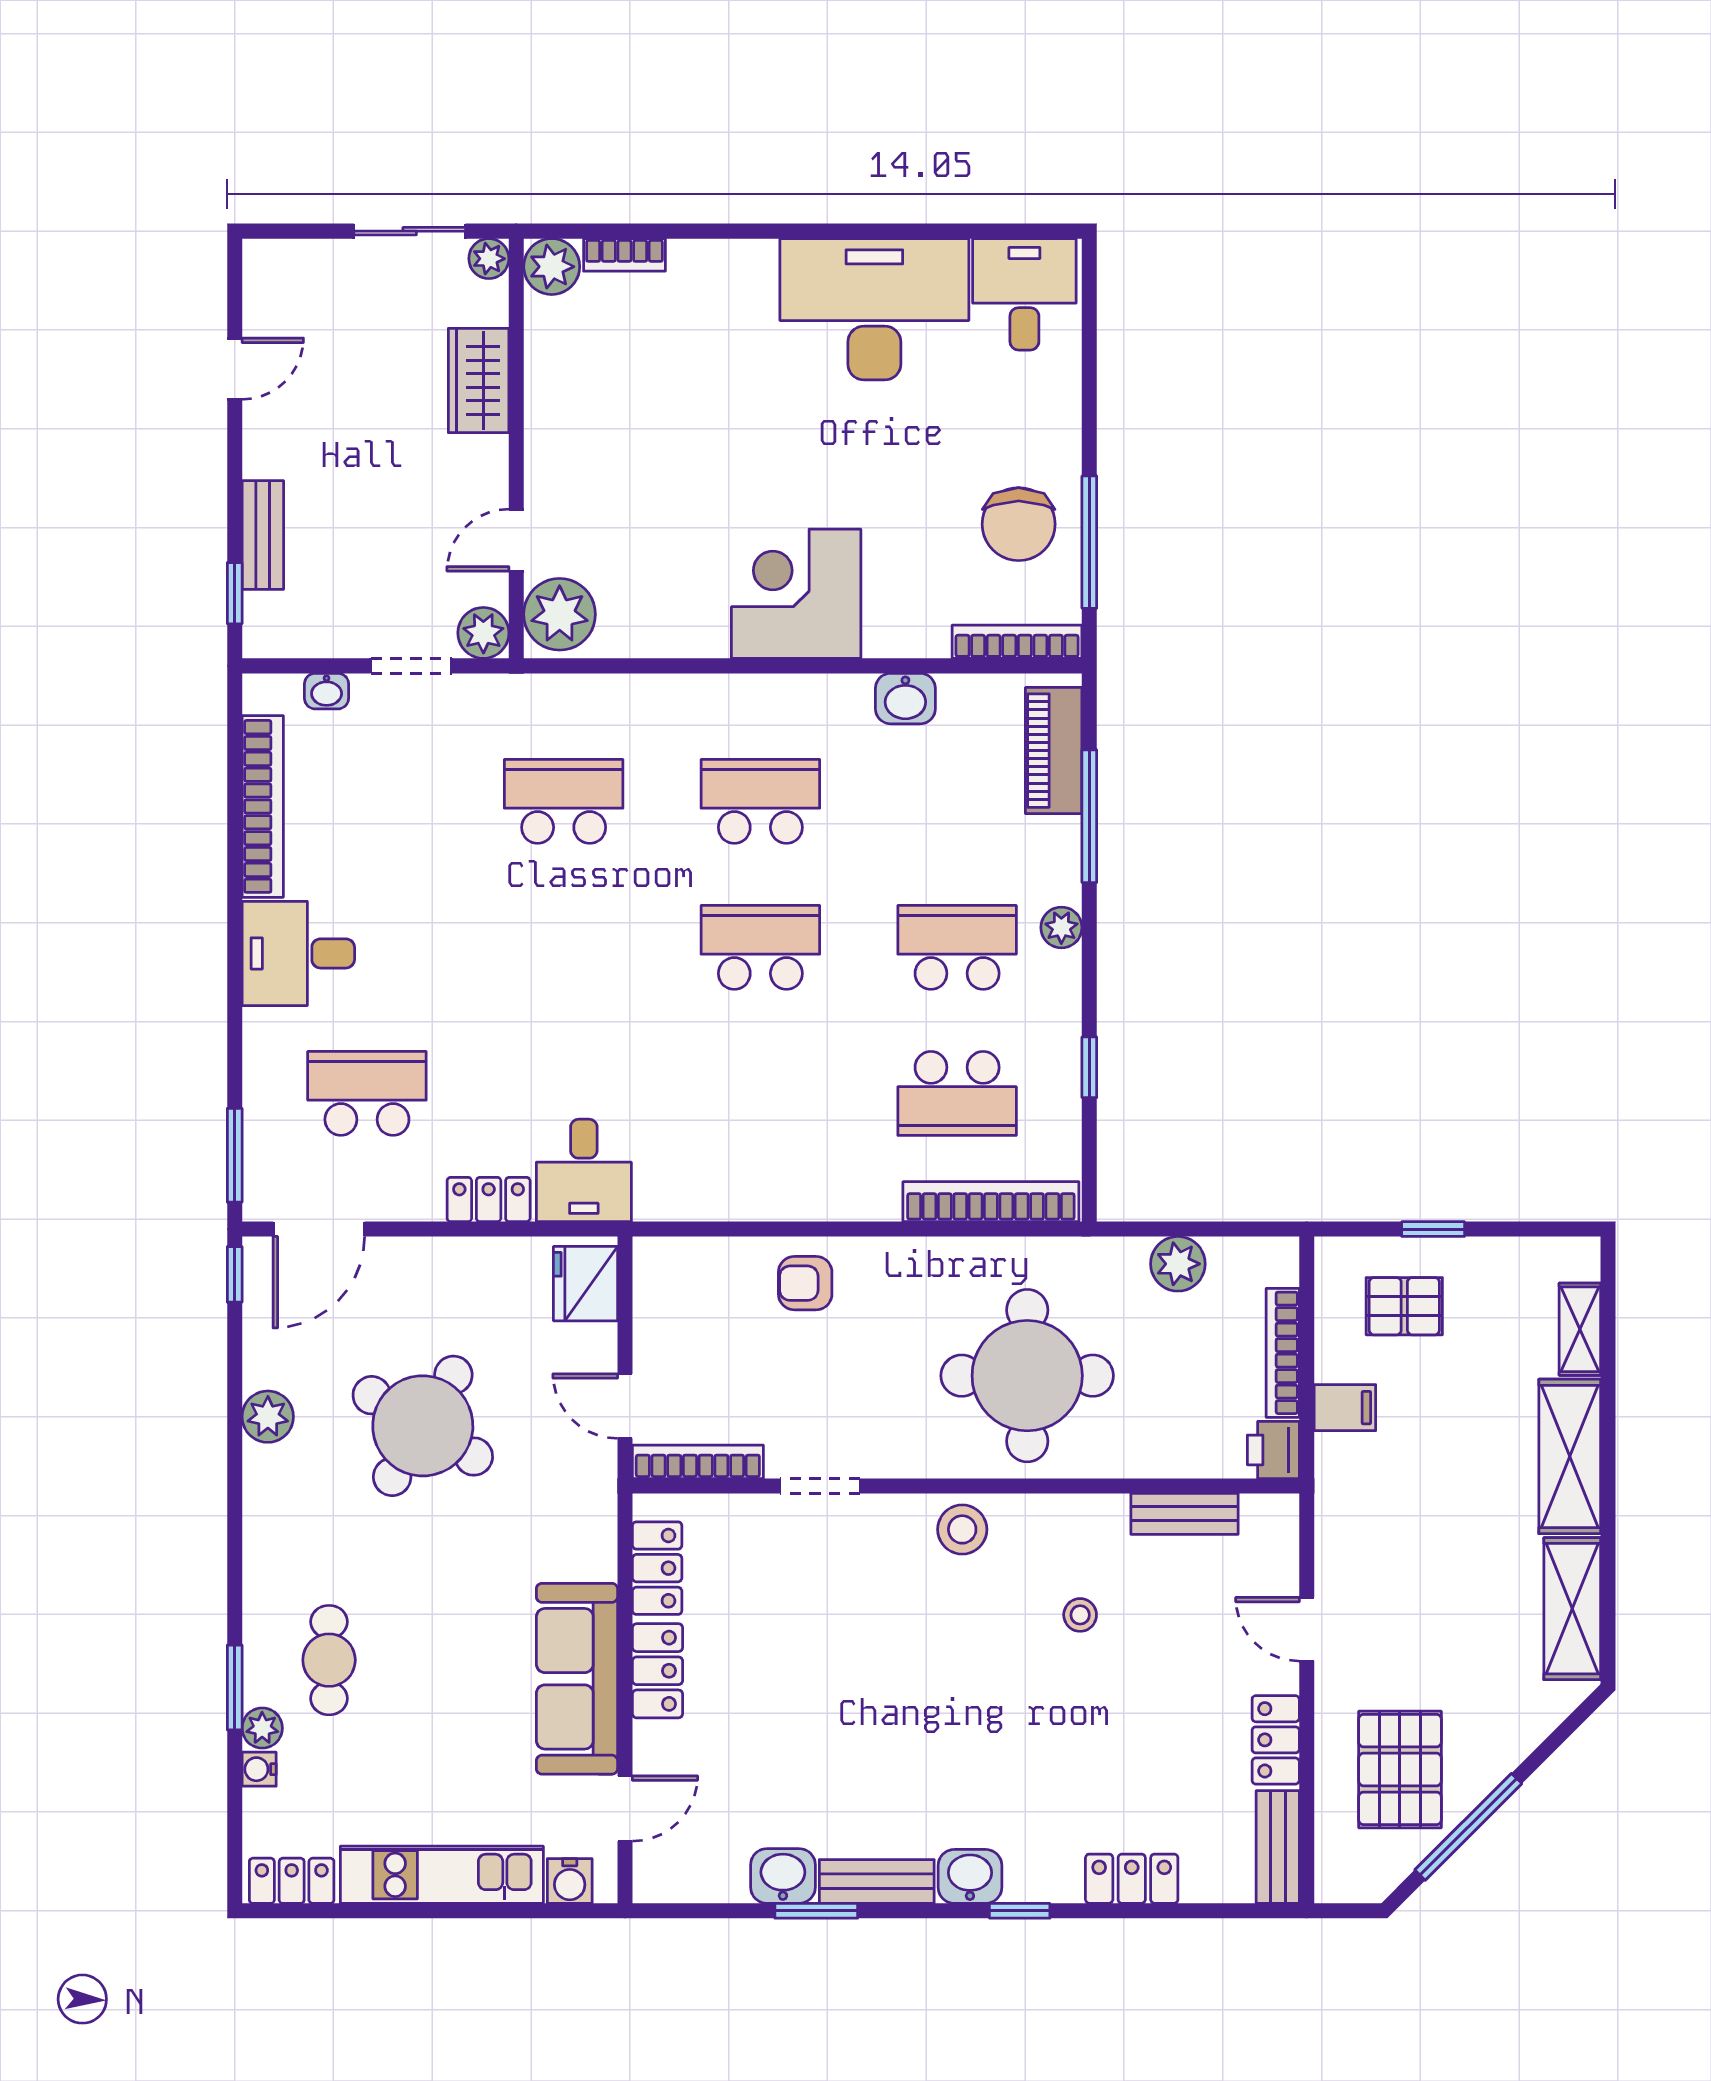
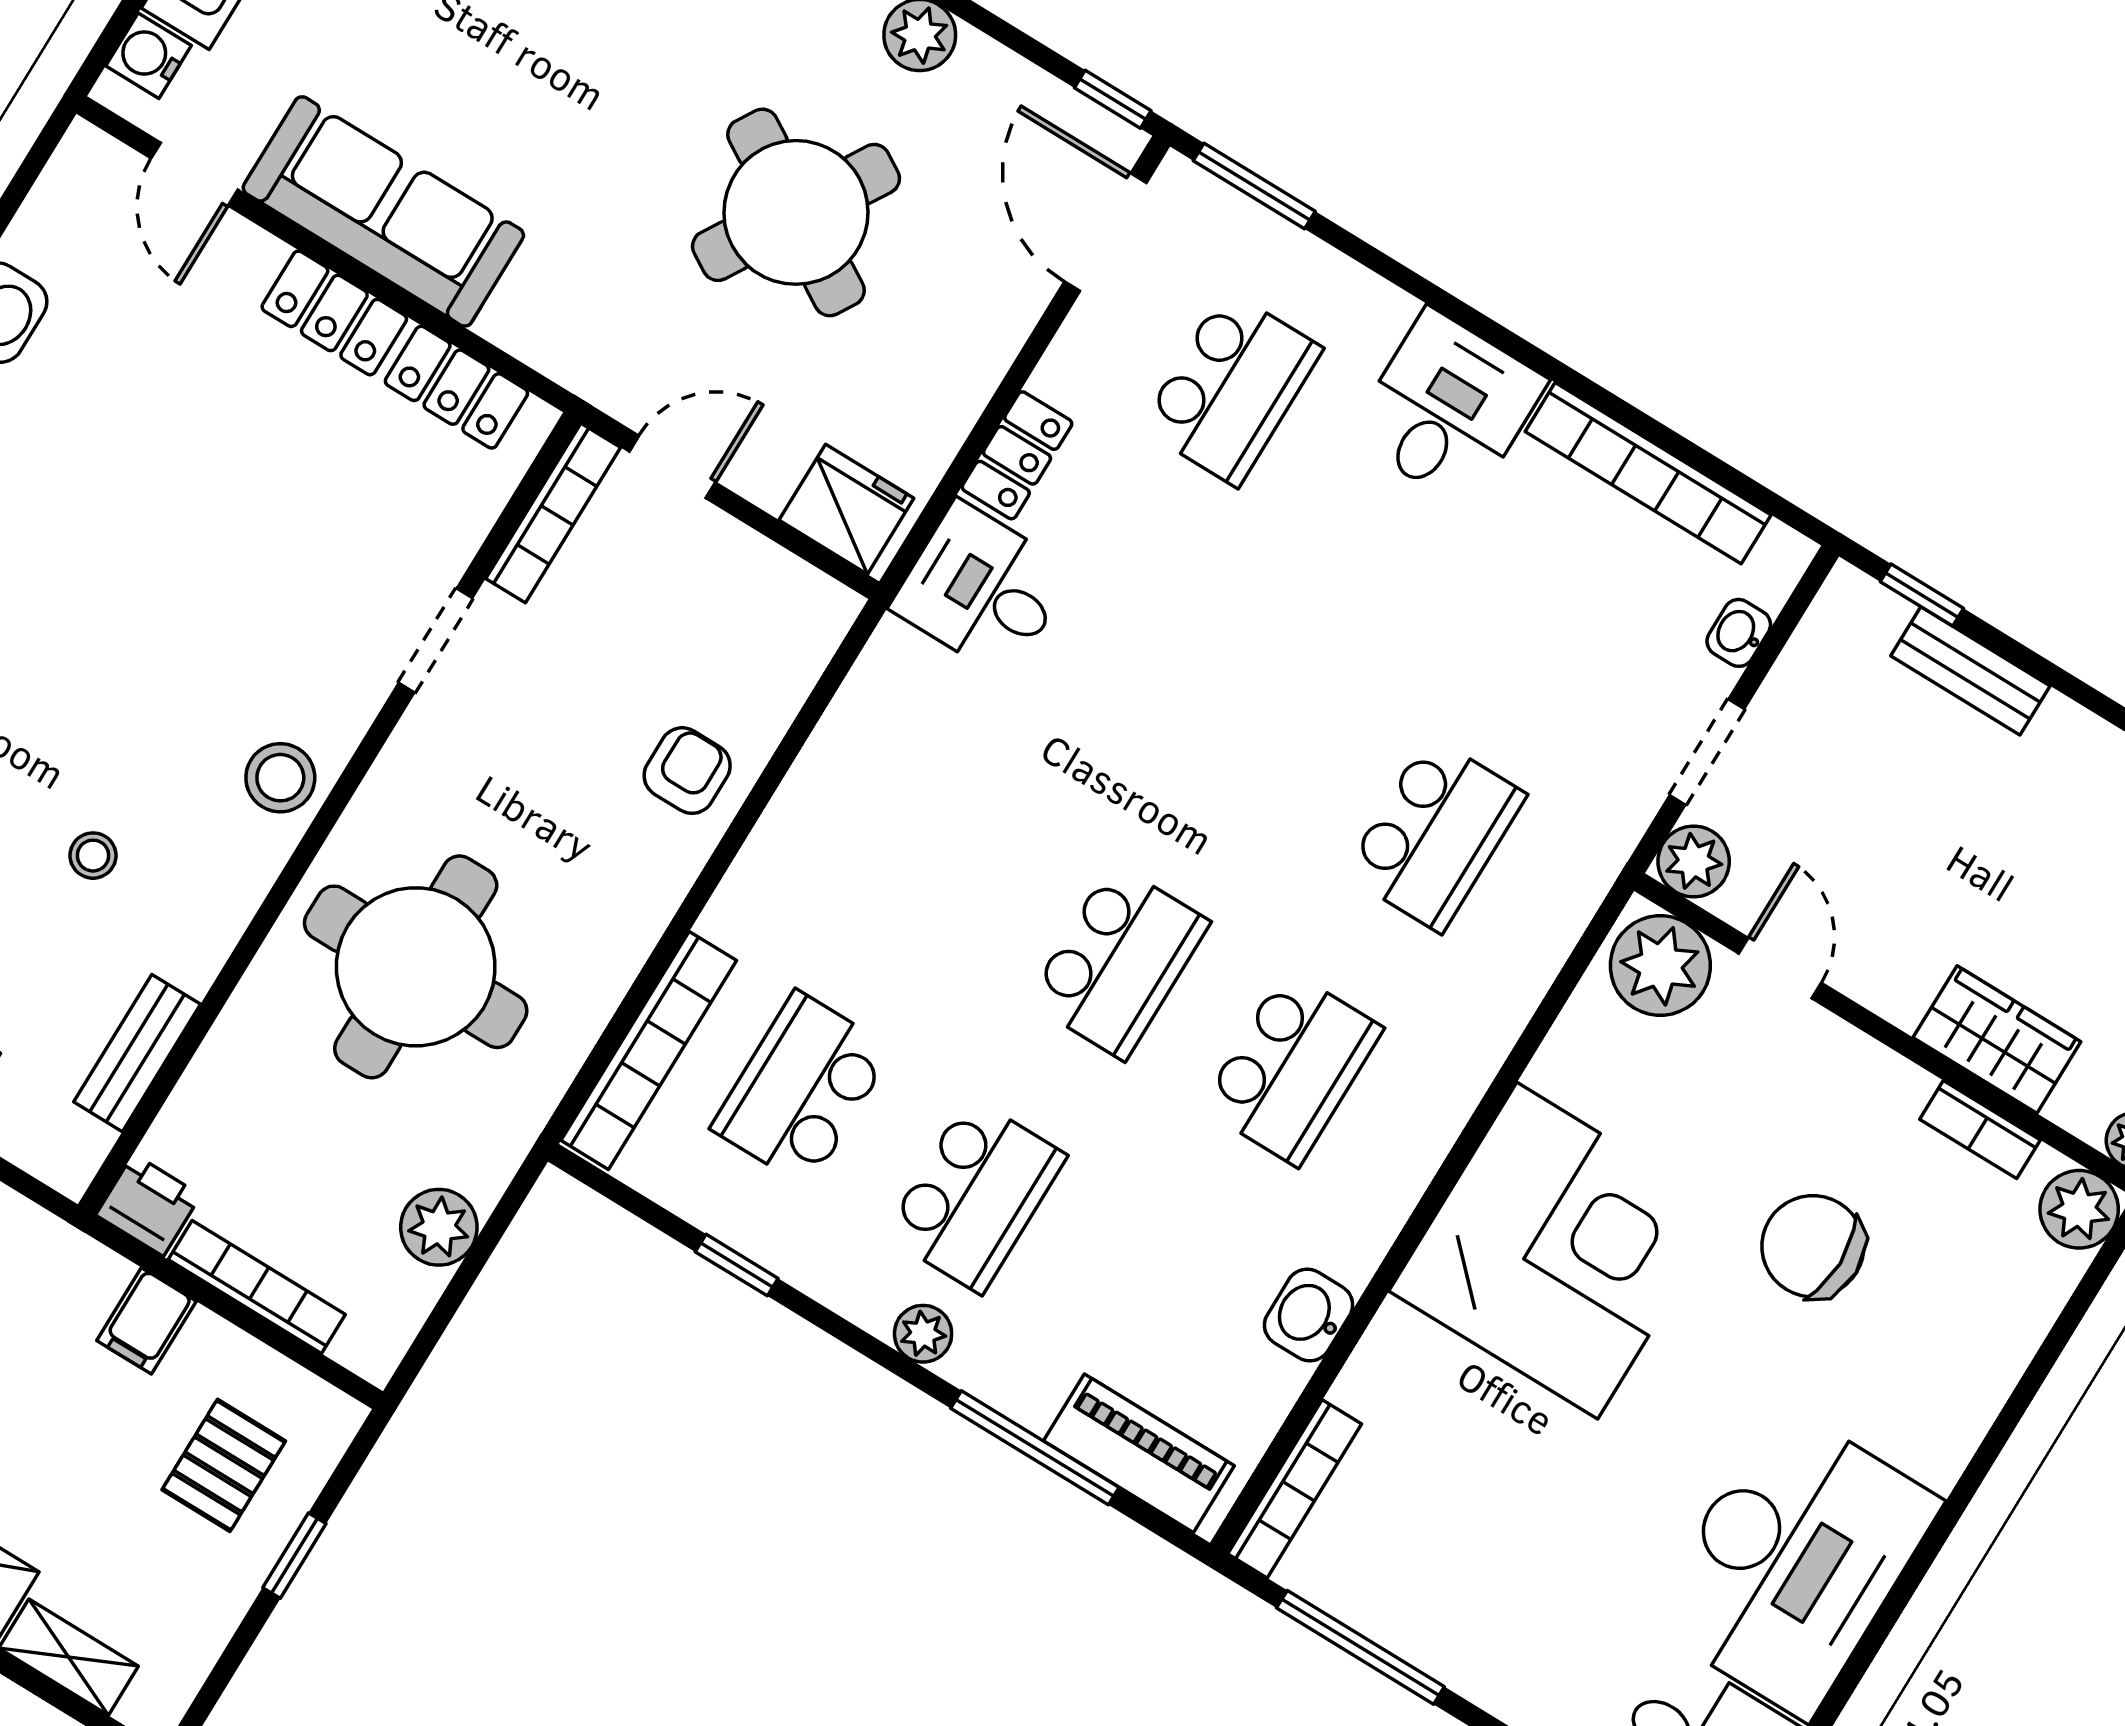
bookcase: (624, 255) -> (1980, 1130), moved, turned -90
chair: (1019, 524) -> (1813, 1246), moved
corner desk: (796, 594) -> (1557, 1251), width x1.36, depth x1.36

